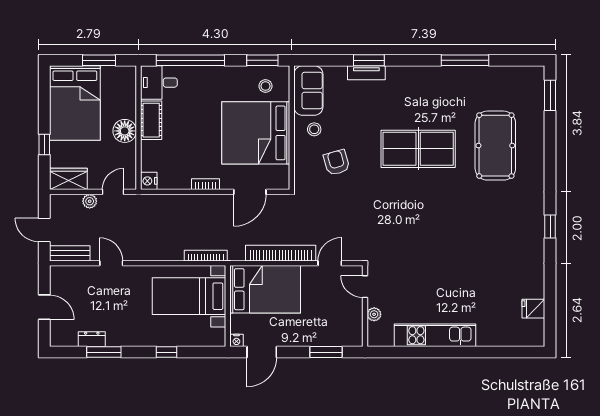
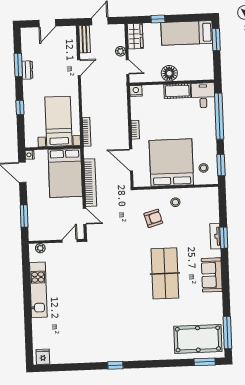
window: (99, 60) -> (216, 39), moved
window: (465, 60) -> (227, 333), moved
sofa: (308, 91) -> (212, 275), moved, turned 90
bed: (75, 103) -> (187, 33), width x0.67
pool table: (495, 146) -> (198, 339), moved
fridge: (533, 309) -> (43, 357), moved
plant: (374, 314) -> (40, 248), moved
dresser: (92, 339) -> (27, 70), moved

